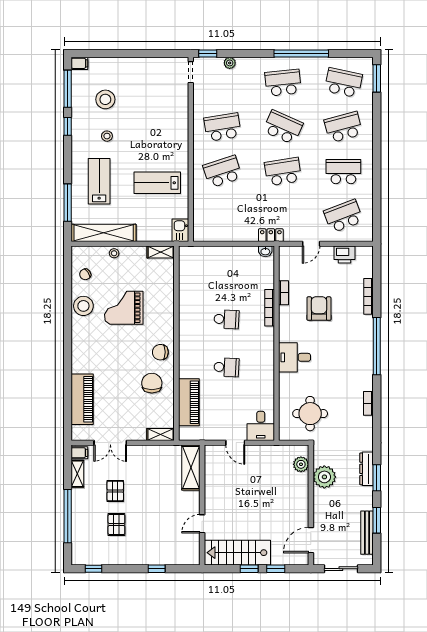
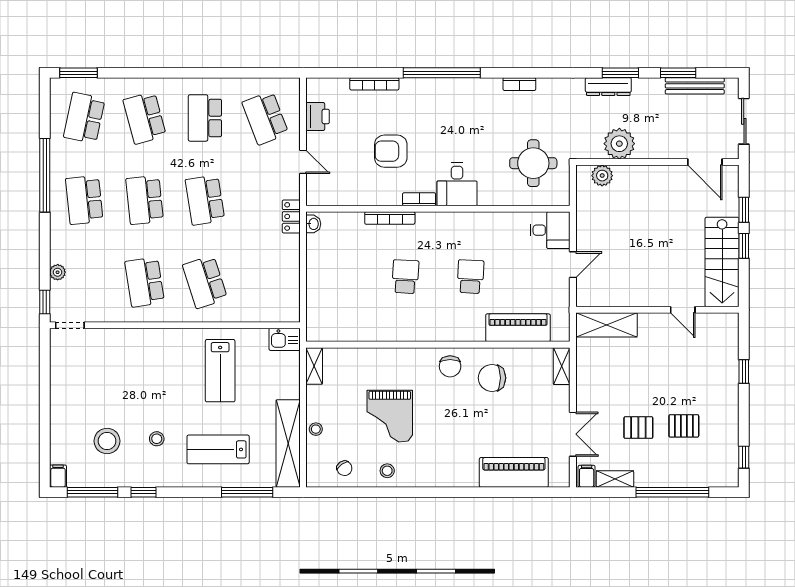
school desk: (283, 127) -> (145, 200), turned -30
bookcase: (284, 293) -> (419, 199), moved
stool: (83, 306) -> (387, 471), width x0.53, depth x0.53

